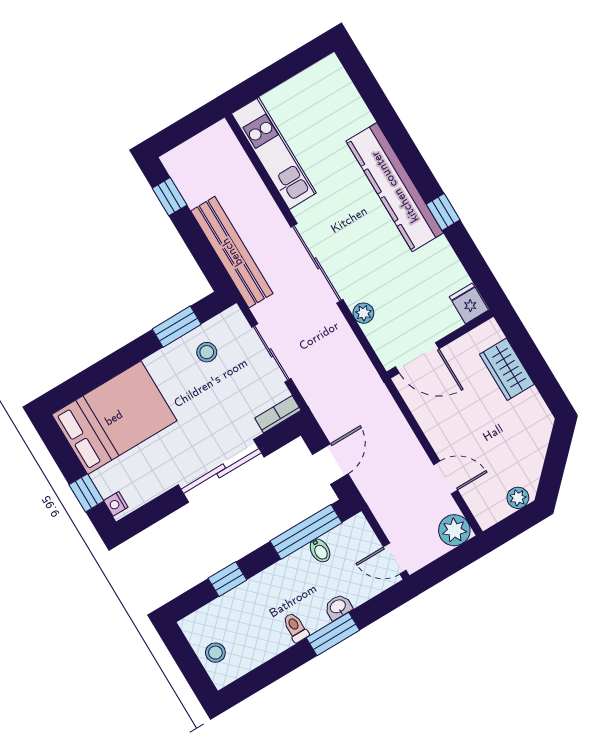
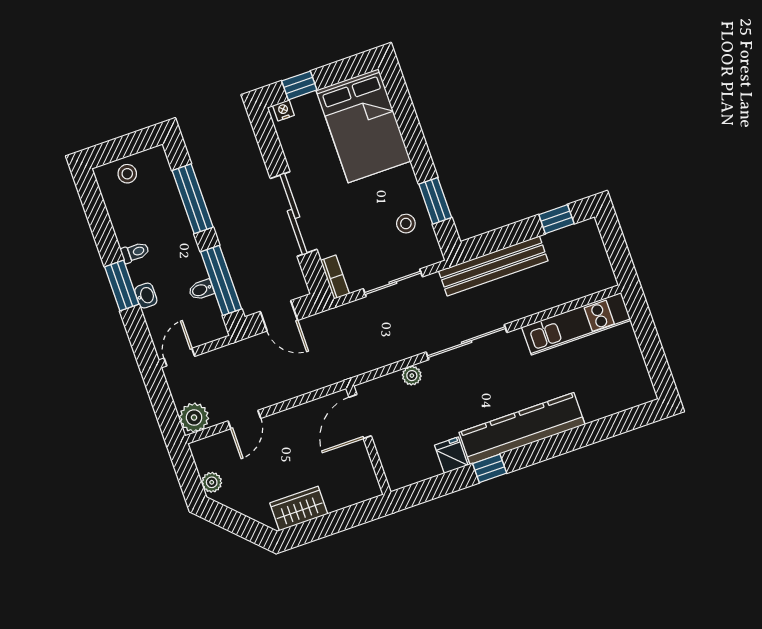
fridge: (469, 303) -> (451, 455), moved, turned -90
wardrobe: (507, 369) -> (299, 509), moved
window: (227, 579) -> (193, 199), width x2.17

